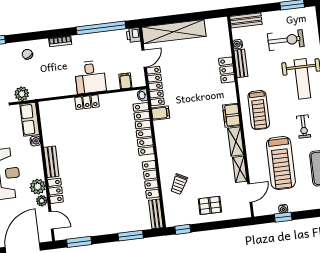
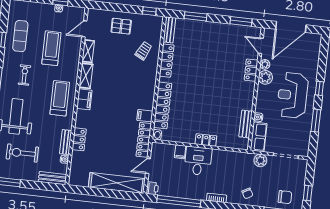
filing cabinet: (125, 81) -> (180, 152), moved
bench: (51, 162) -> (246, 124), moved
treadmill: (281, 163) -> (51, 48), width x0.73, depth x0.73

